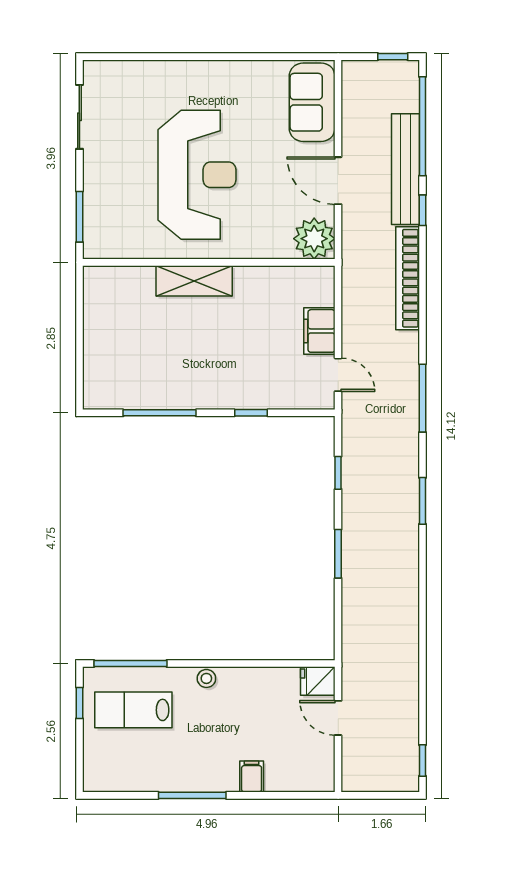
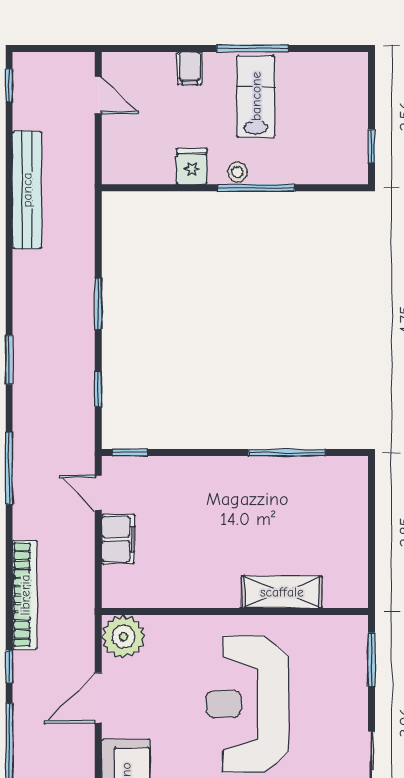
bench: (406, 169) -> (27, 190), moved
door: (338, 181) -> (98, 698), swing flipped
shelving: (194, 281) -> (282, 592), moved
window: (251, 413) -> (130, 453), moved
window: (130, 663) -> (256, 188), moved
fridge: (318, 681) -> (192, 166), moved, turned -90
lab bench: (133, 710) -> (256, 96), moved, turned -90
door: (338, 718) -> (98, 95), moved

